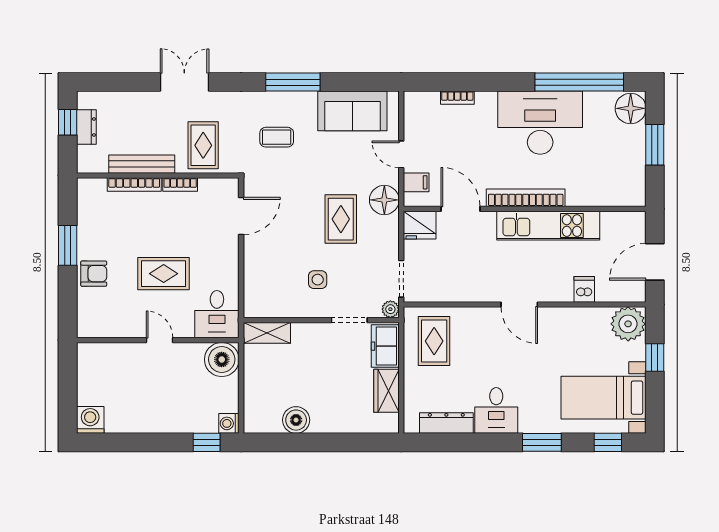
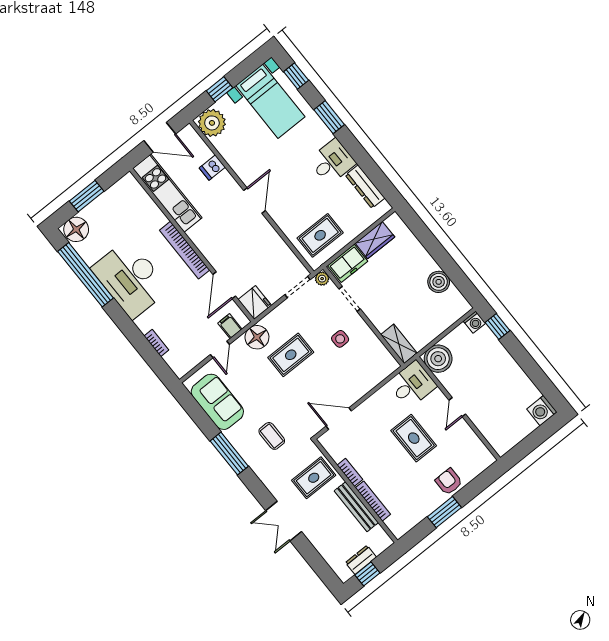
kitchen unit: (548, 226) -> (167, 193), moved

